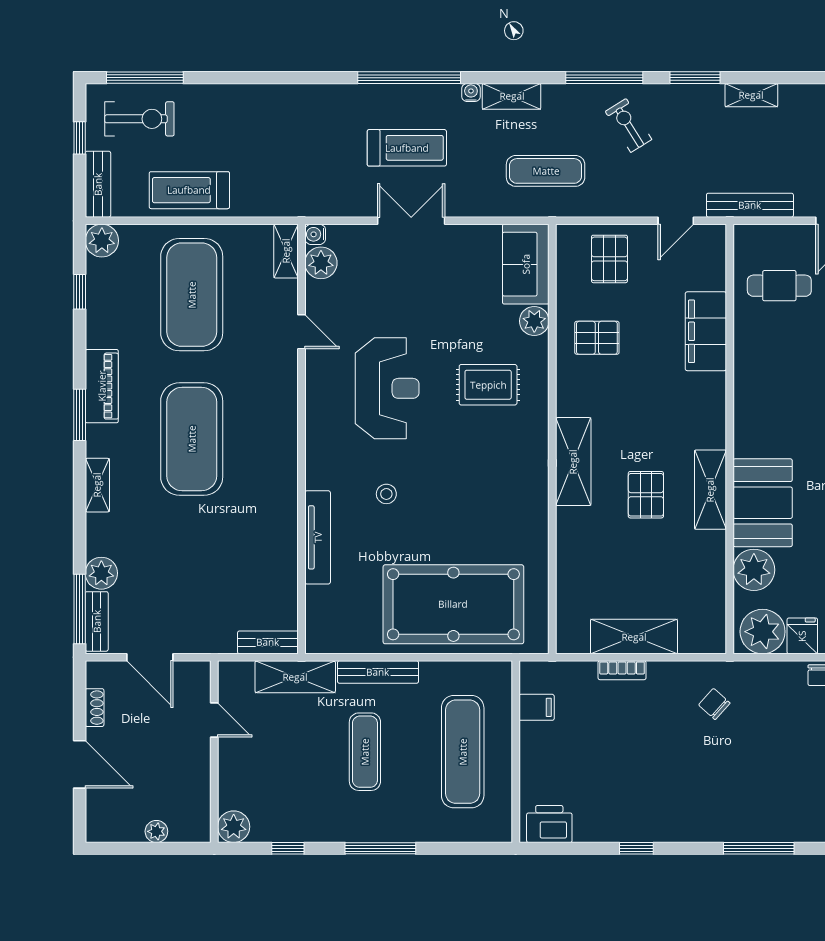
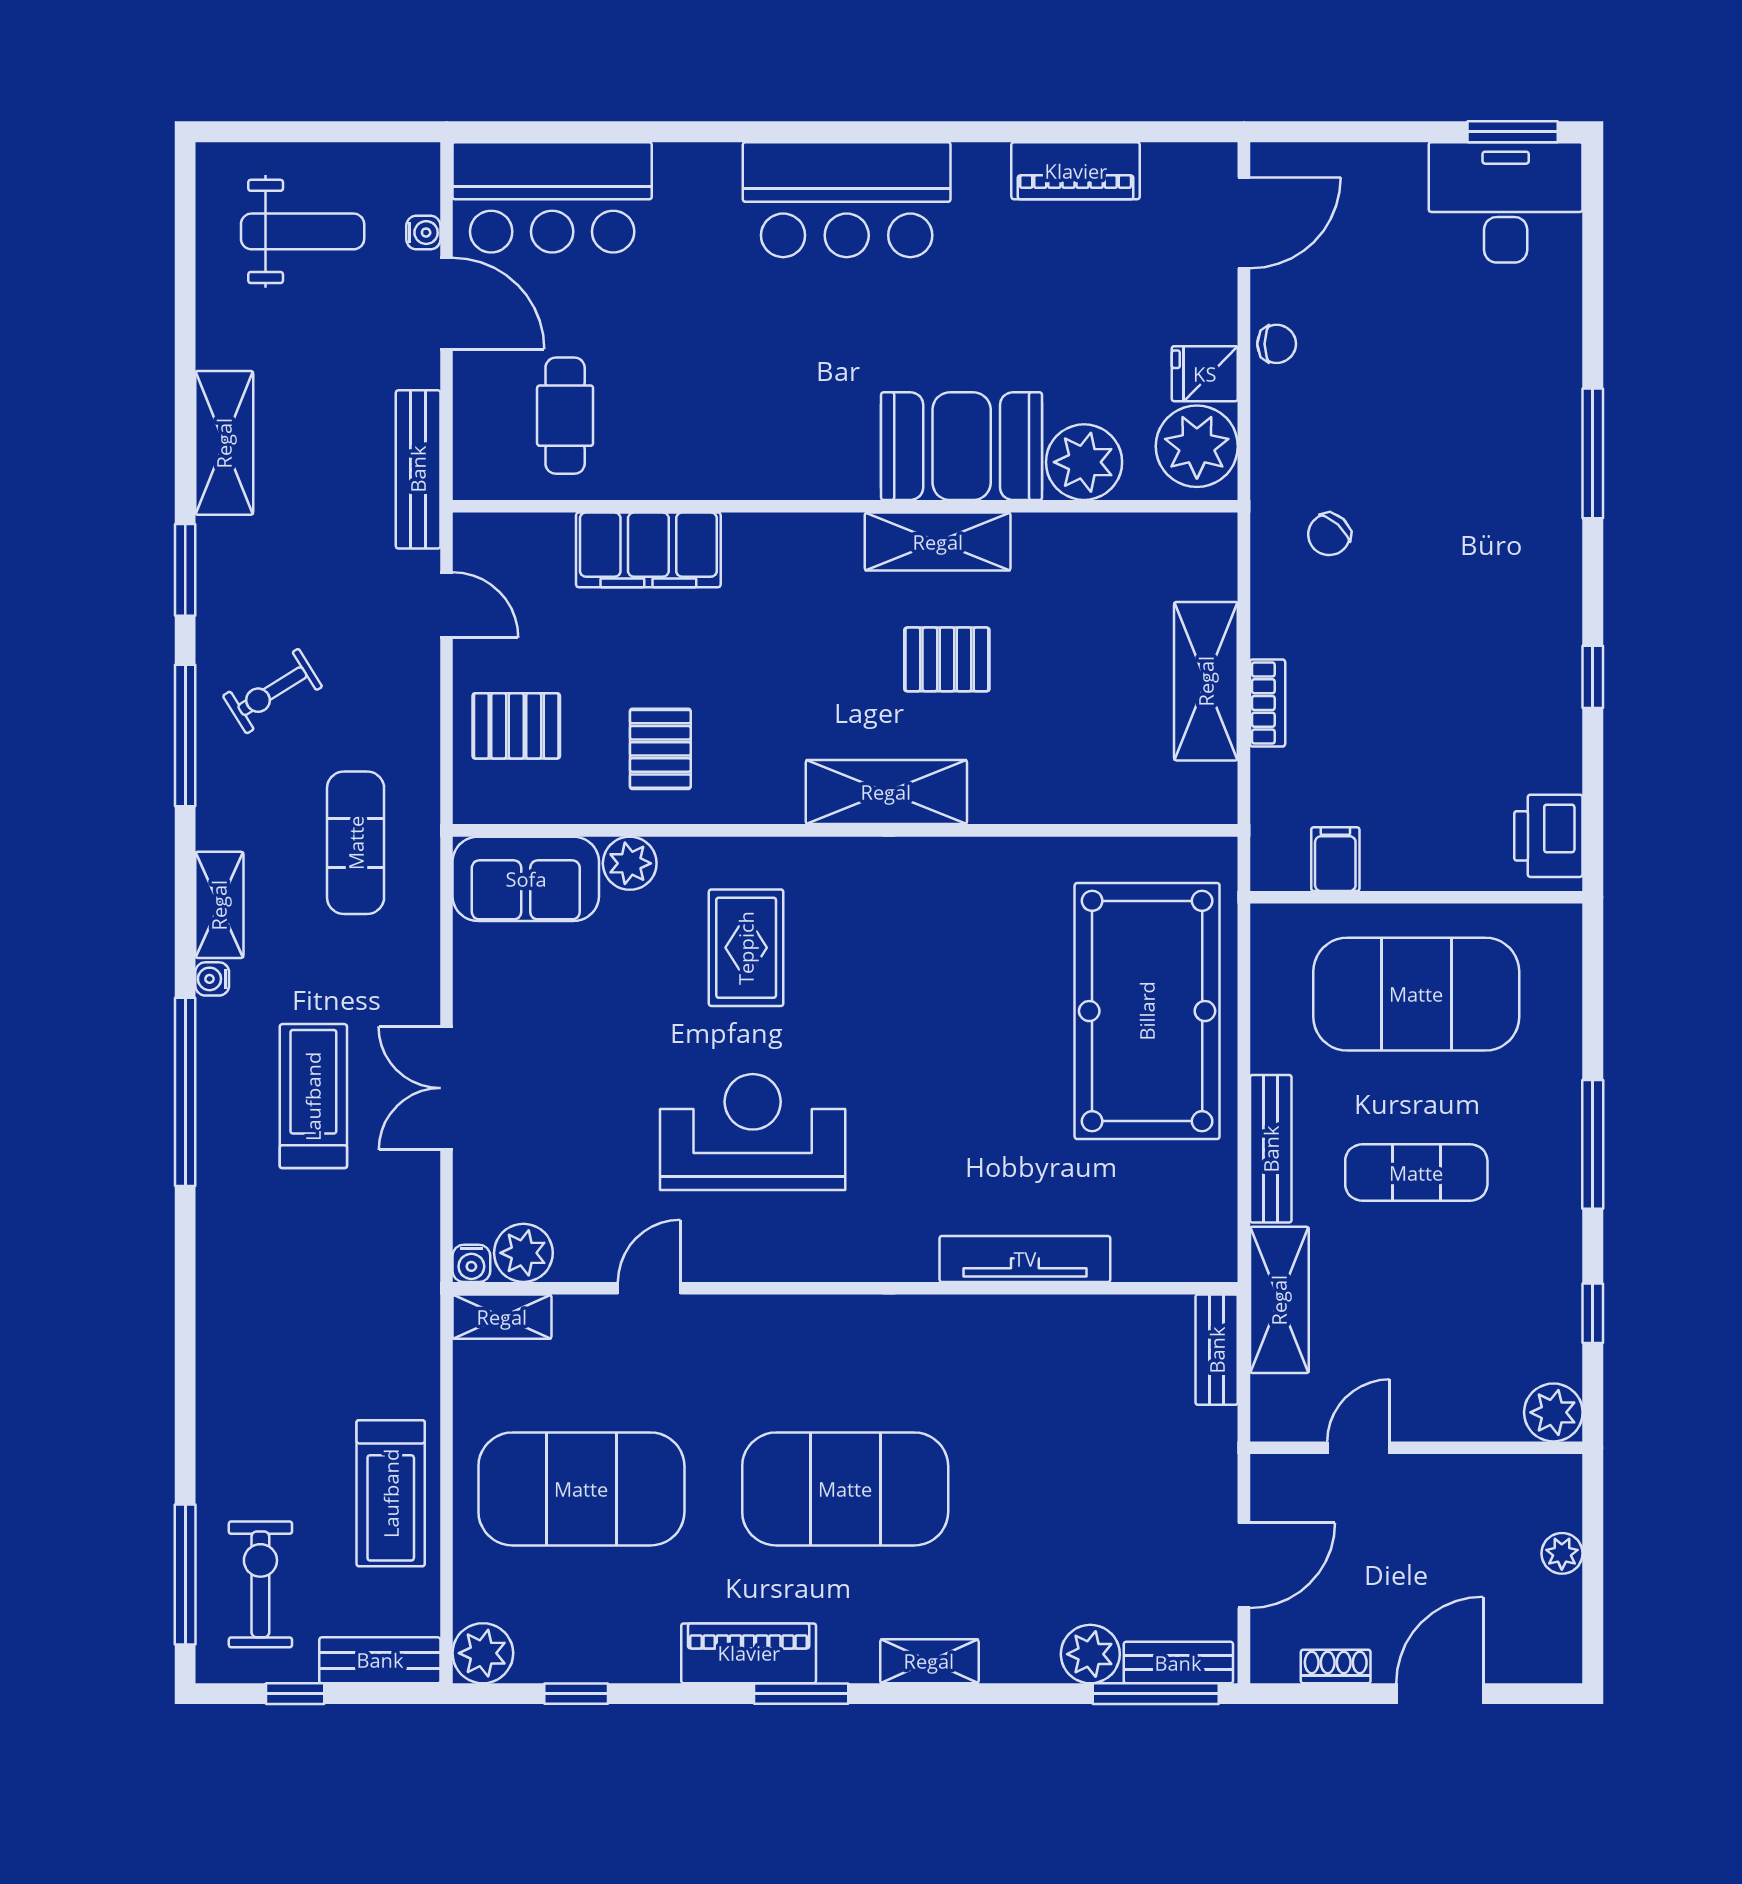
shelving: (751, 95) -> (224, 443), width x1.50, depth x1.33
stool: (386, 494) -> (946, 1133), removed
exercise mat: (463, 752) -> (1416, 994), width x1.47

